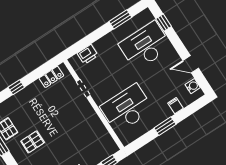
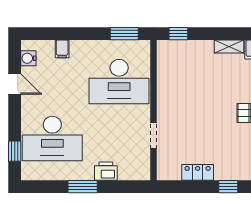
window: (120, 19) -> (83, 187), moved
printer: (88, 54) -> (106, 171), moved
locker: (51, 77) -> (198, 172), moved
window: (165, 126) -> (124, 34), moved

